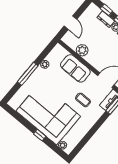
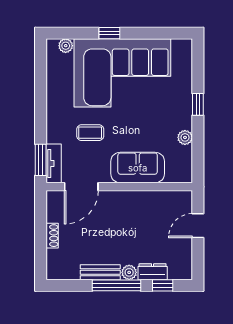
door: (71, 23) -> (198, 226), hinge flipped
plant: (82, 50) -> (149, 201), removed
window: (28, 74) -> (198, 104), width x0.46

